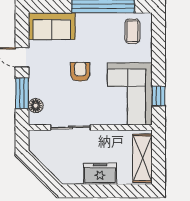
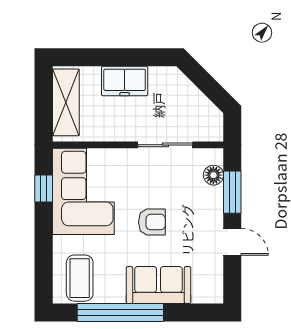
sofa: (52, 26) -> (159, 285), moved
coffee table: (132, 31) -> (80, 278), width x1.36, depth x1.30
armchair: (80, 72) -> (152, 222), turned -90

